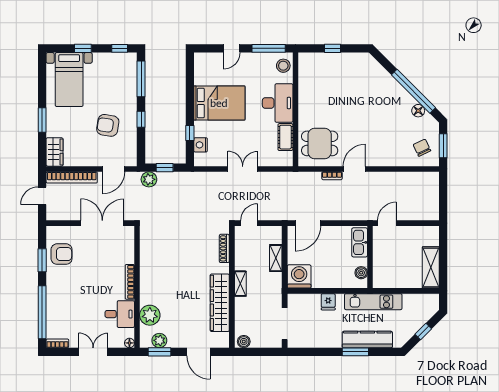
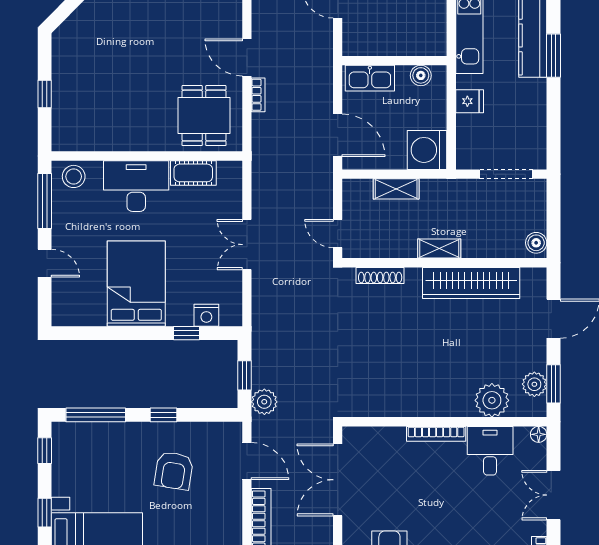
kitchen sink: (360, 242) -> (370, 78), moved
wall: (370, 257) -> (394, 61), moved
boiler: (361, 273) -> (421, 75), moved

